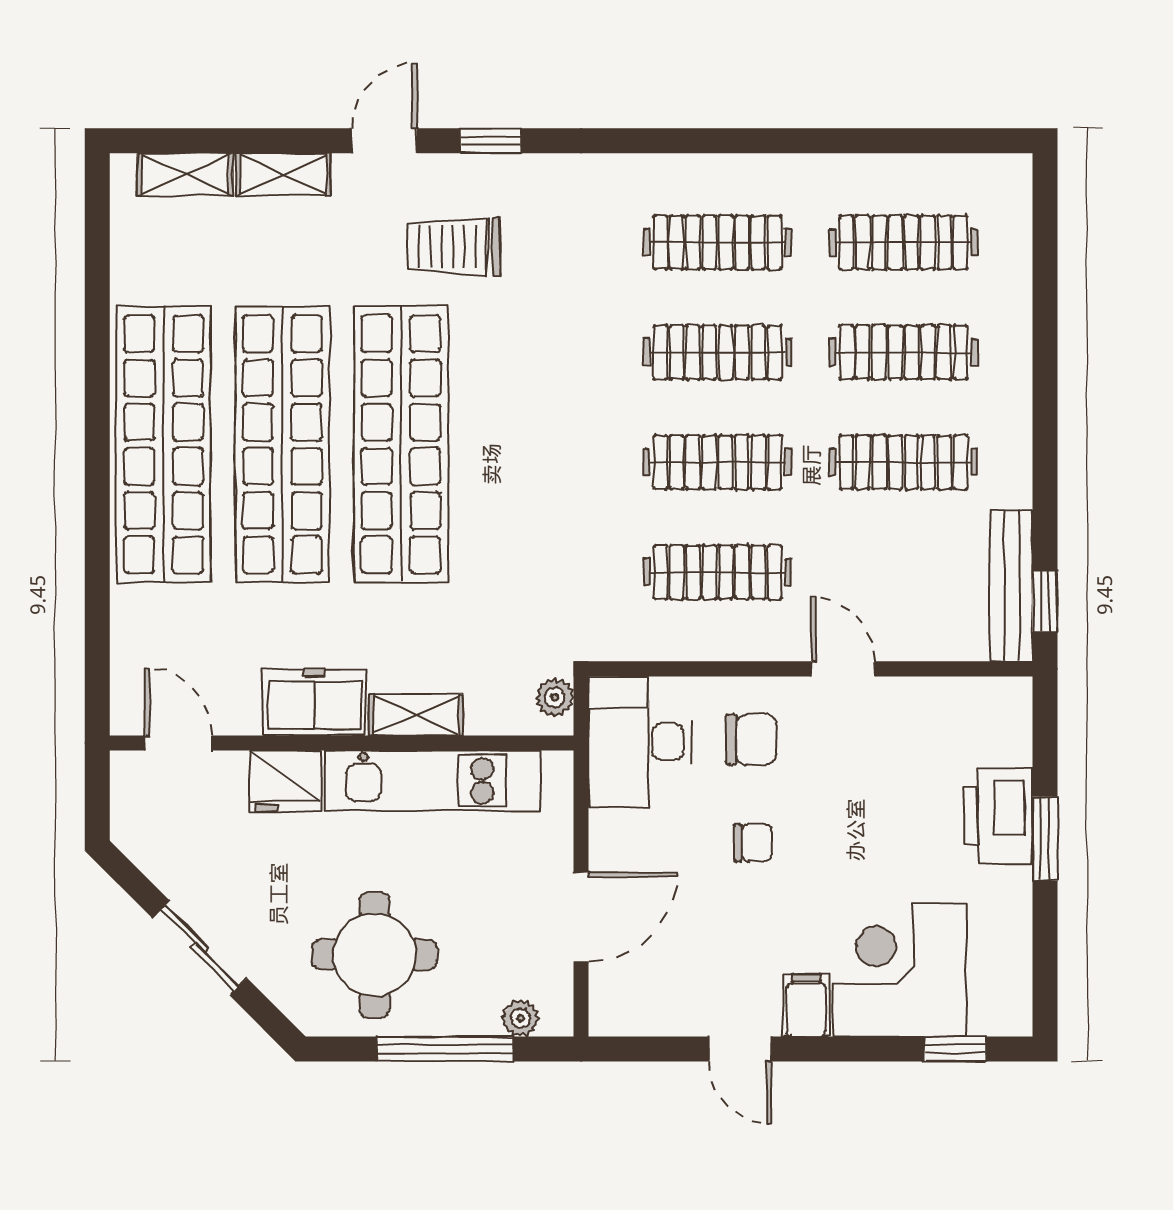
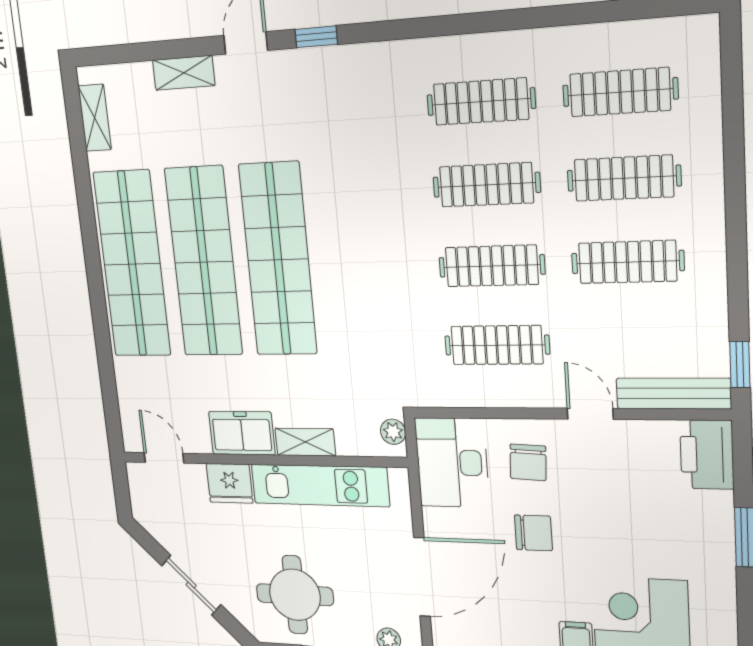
shelving: (185, 174) -> (95, 118), moved, turned 90
trolley: (454, 247) -> (299, 117), removed
bench: (1011, 586) -> (673, 393), moved, turned 90
chair: (751, 740) -> (528, 462), turned 93
printer: (998, 816) -> (707, 455), moved
chair: (753, 843) -> (533, 533), width x1.37, depth x1.37
door: (581, 917) -> (422, 577), width x1.36

